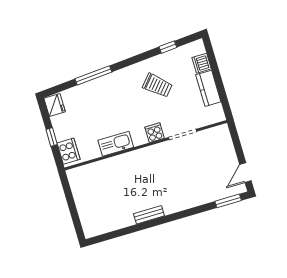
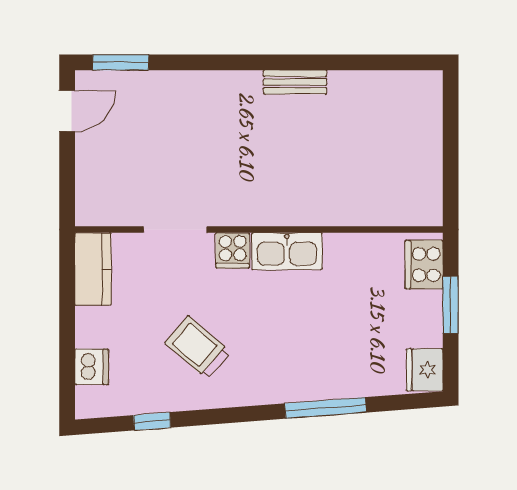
kitchen counter: (208, 88) -> (93, 269), moved
window: (52, 137) -> (451, 305), width x1.50
kitchen sink: (116, 144) -> (287, 251), moved

